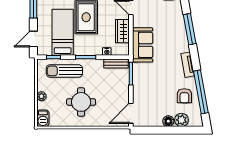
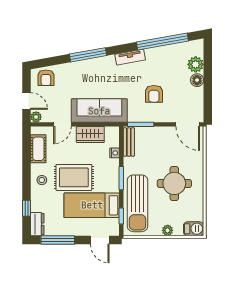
sofa: (143, 45) -> (99, 111), width x1.36
sun lounger: (64, 71) -> (138, 203), width x1.36, depth x1.34
armchair: (184, 96) -> (154, 94), moved, turned 90

